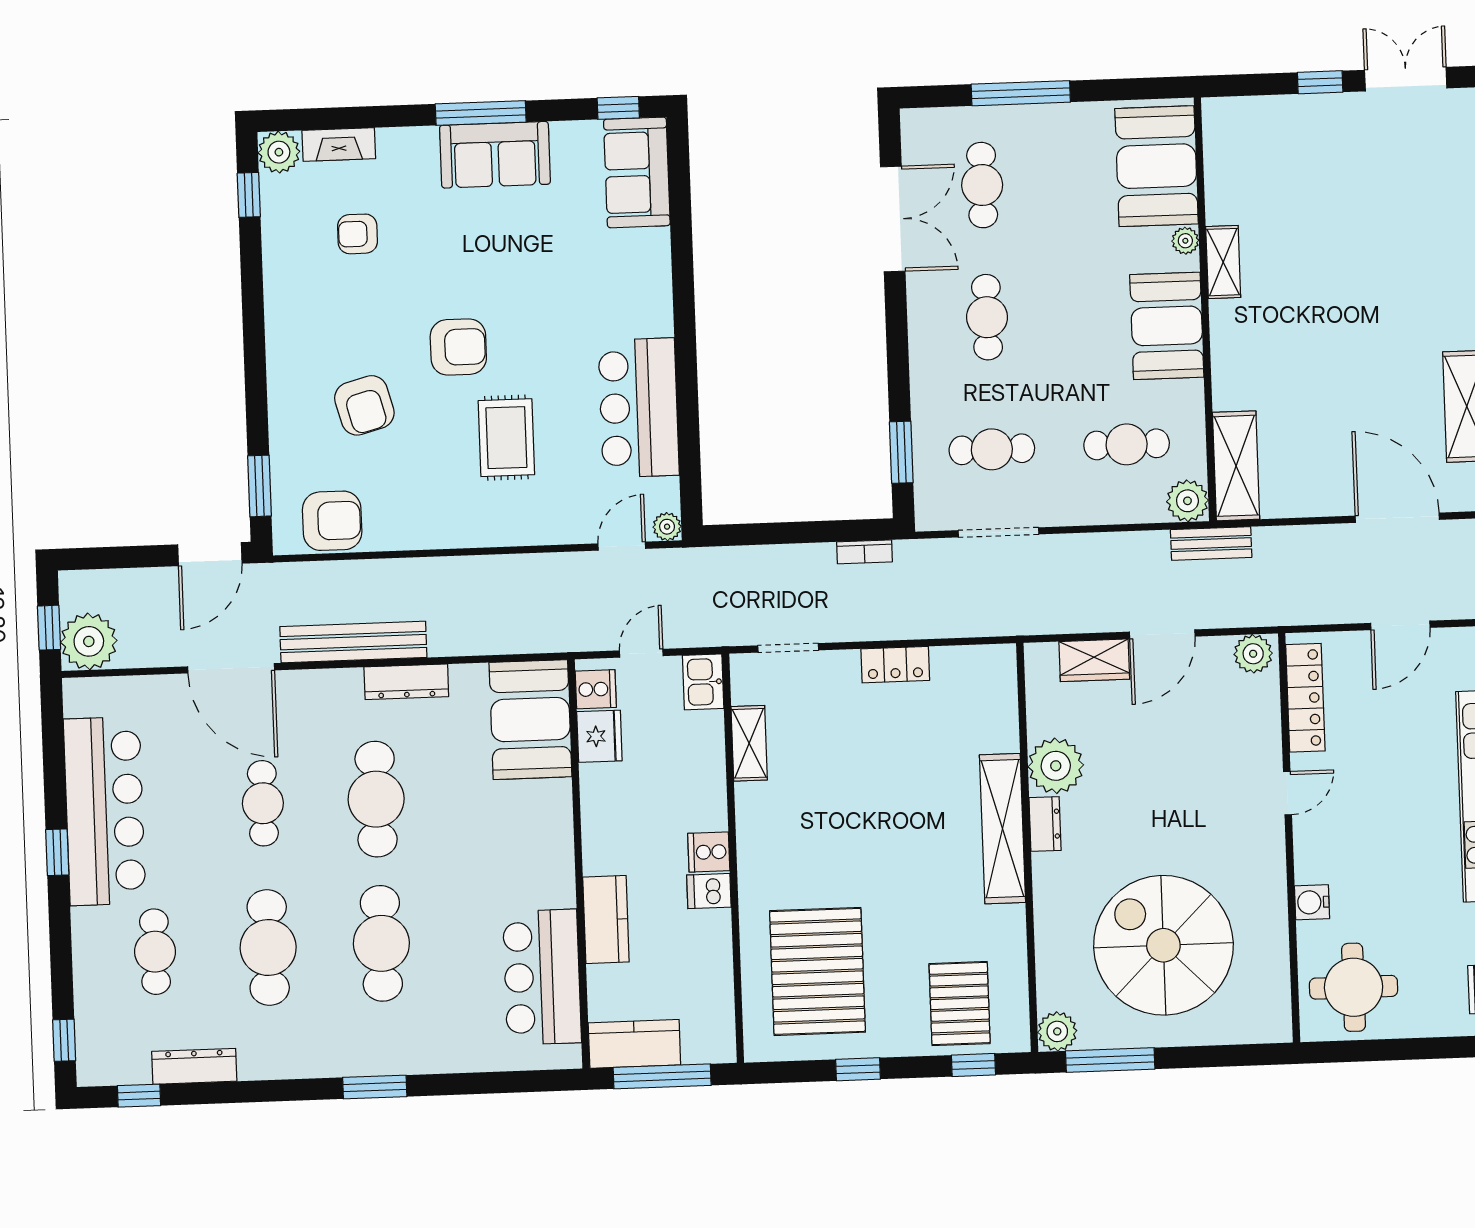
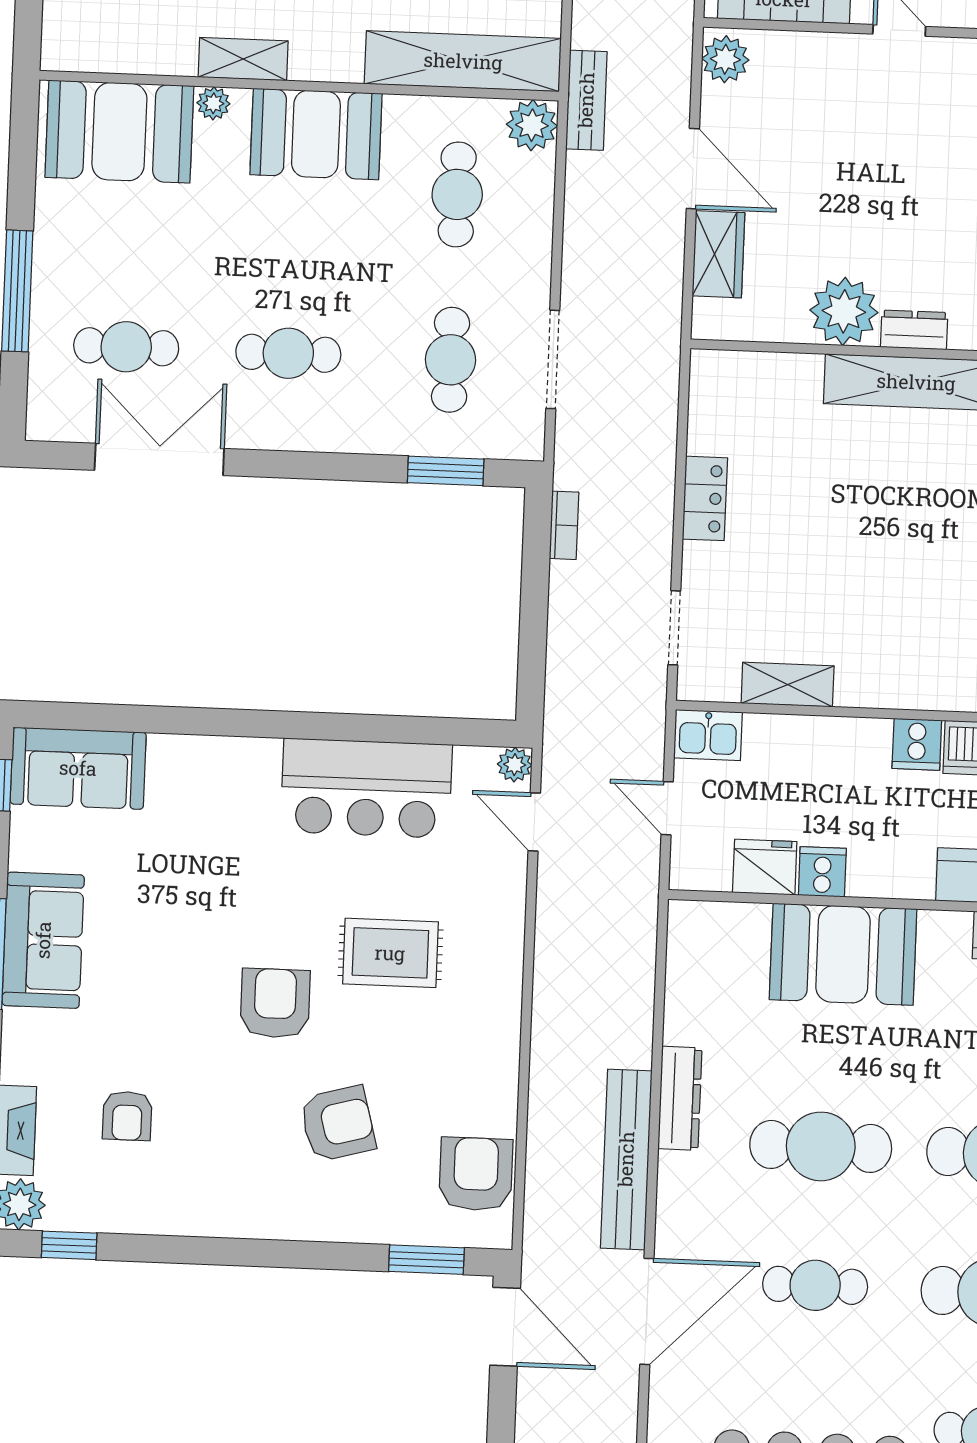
shelving: (1236, 466) -> (463, 61), width x1.47
cooker: (596, 689) -> (822, 872), moved
booth: (530, 720) -> (843, 954), moved

